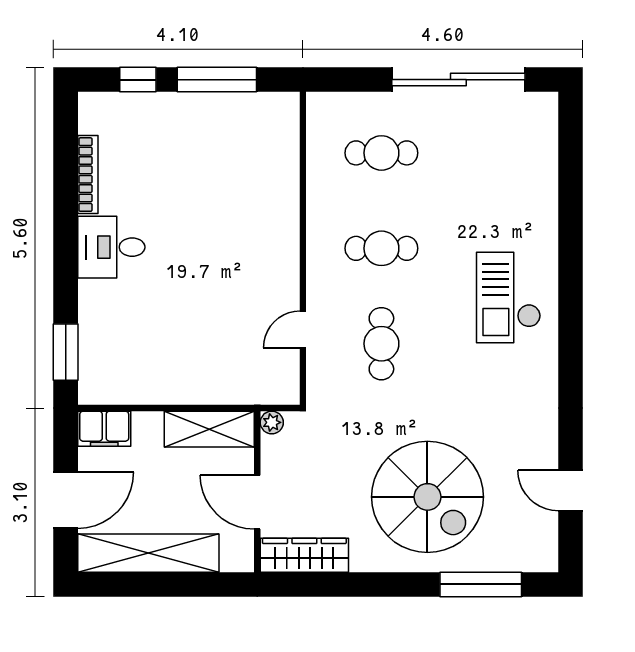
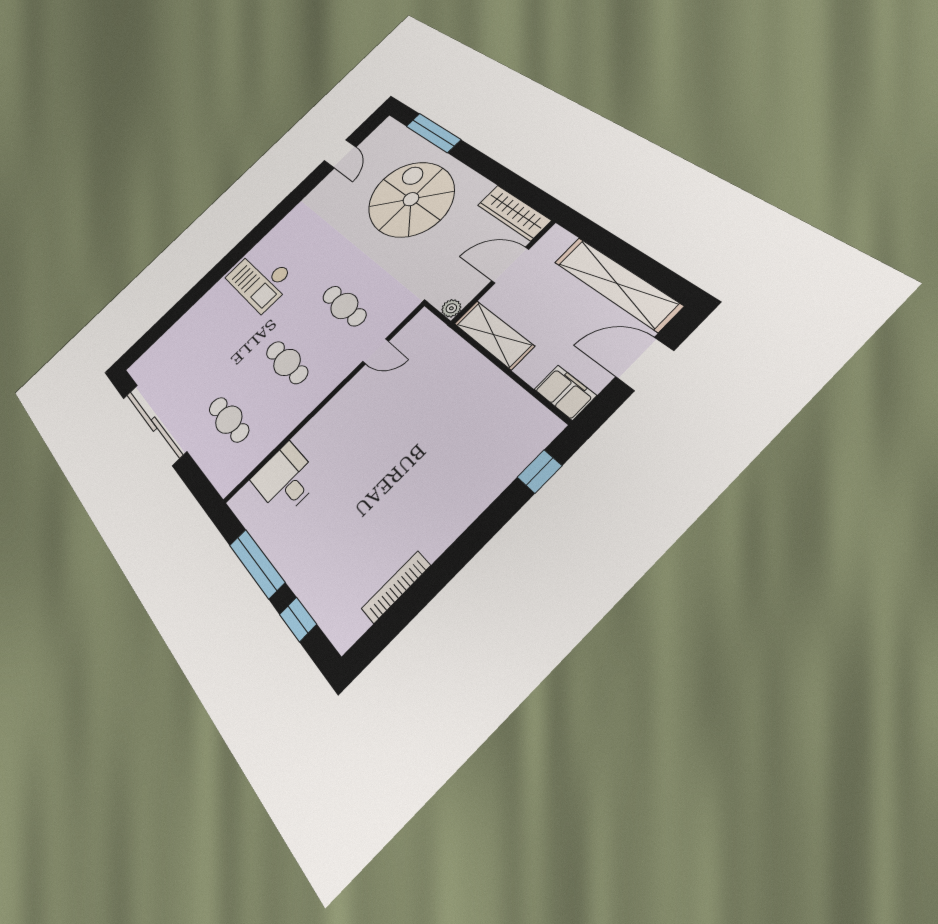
desk: (111, 247) -> (286, 479), moved, turned 180
checkout: (509, 298) -> (261, 279), turned 90
cafe table: (381, 344) -> (344, 306), turned 90
window: (66, 352) -> (540, 471), width x0.67
door: (257, 502) -> (510, 265), swing flipped

